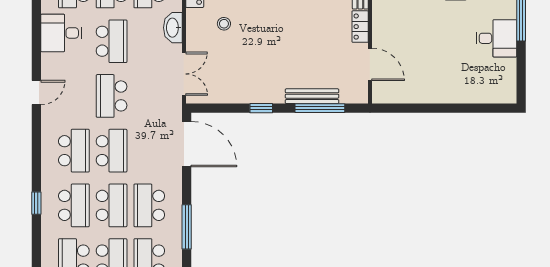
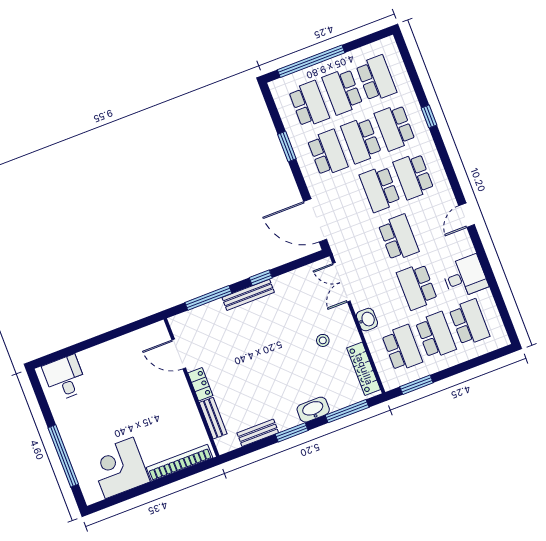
washbasin: (173, 28) -> (367, 320), width x0.72
desk: (496, 38) -> (65, 378), moved, turned 90
bench: (312, 96) -> (248, 295), moved
window: (187, 227) -> (287, 147), width x0.69

